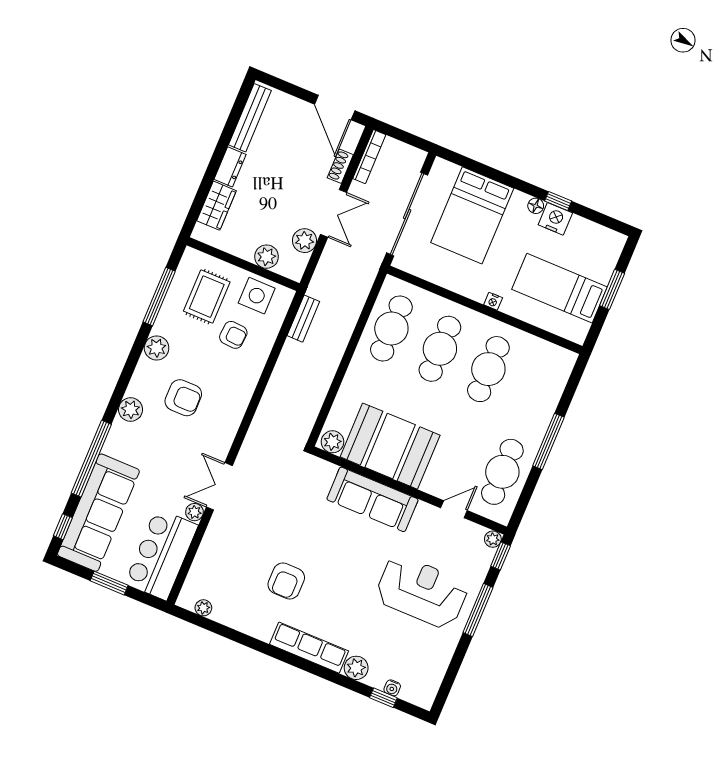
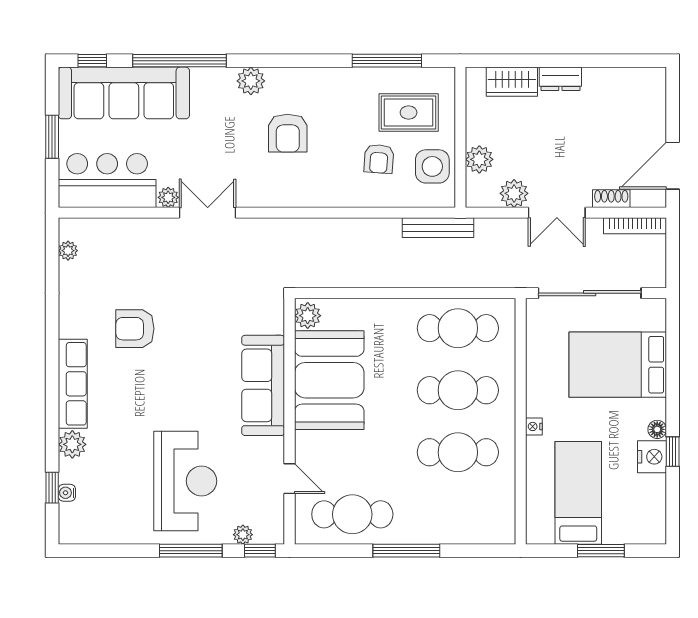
bench: (250, 118) -> (623, 78), removed
bench: (303, 319) -> (438, 228), width x1.36
plant: (157, 348) -> (330, 81), removed
plant: (493, 539) -> (243, 535), moved

